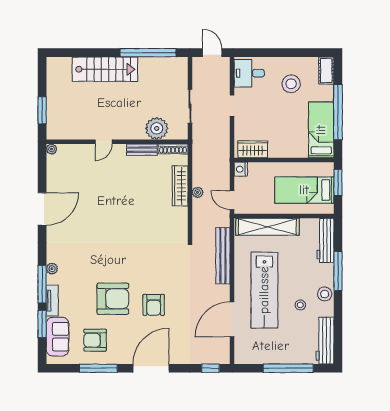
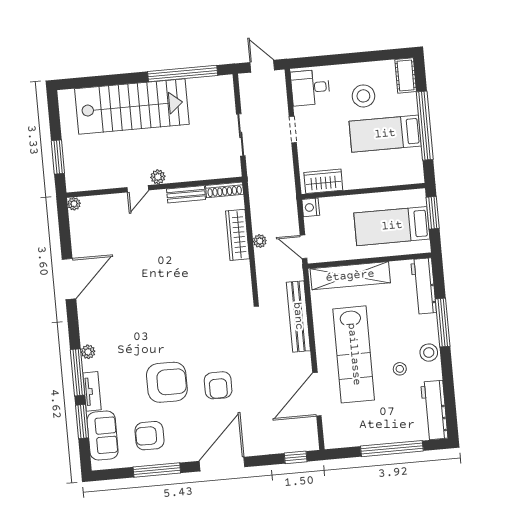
stairs: (105, 69) -> (132, 106), width x1.36, depth x1.51
plant: (157, 128) -> (158, 177), moved, width x0.53, depth x0.53
bed: (321, 130) -> (385, 134), moved, turned -90

